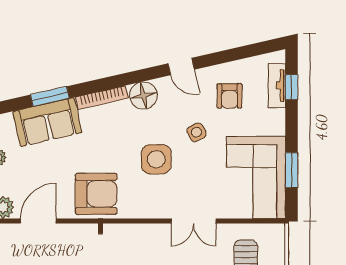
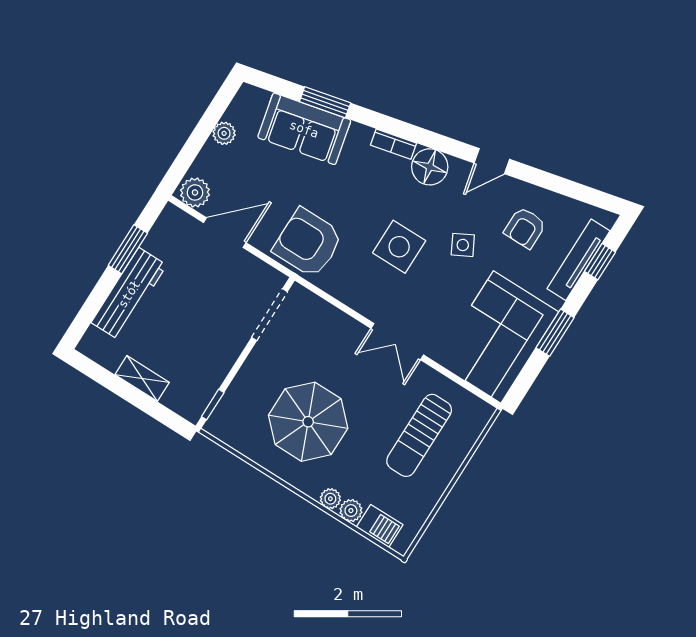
door: (181, 66) -> (492, 161), hinge flipped
tv unit: (277, 86) -> (578, 260), width x1.41
bookcase: (102, 98) -> (394, 144), width x0.64
window: (292, 170) -> (555, 333), moved
armchair: (96, 194) -> (308, 243), turned 180

